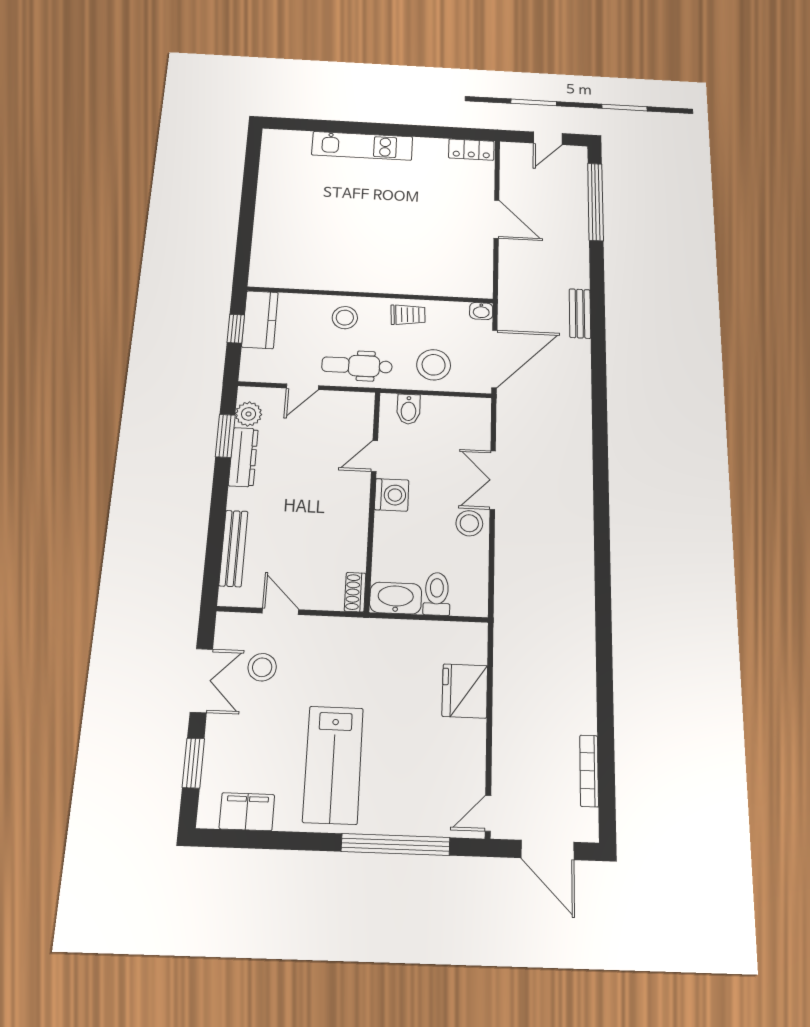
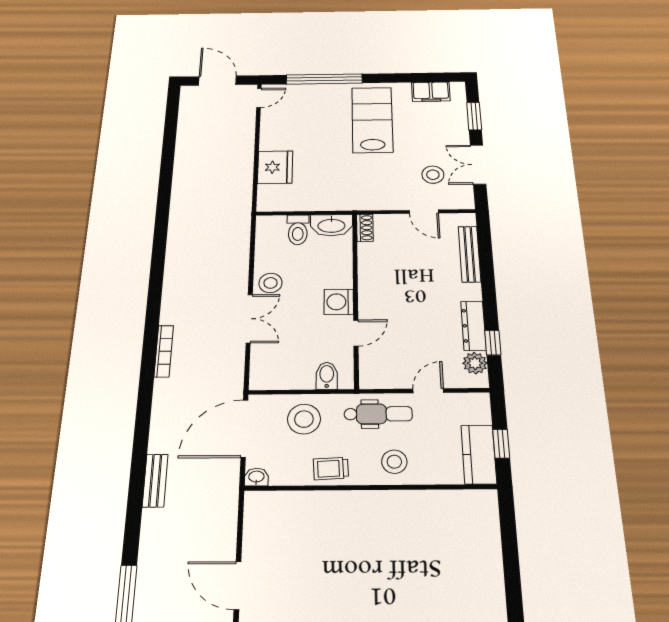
window: (225, 436) -> (493, 343), width x0.67
bookcase: (589, 771) -> (164, 351), moved

